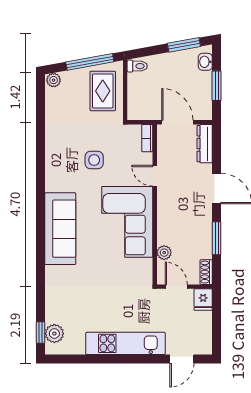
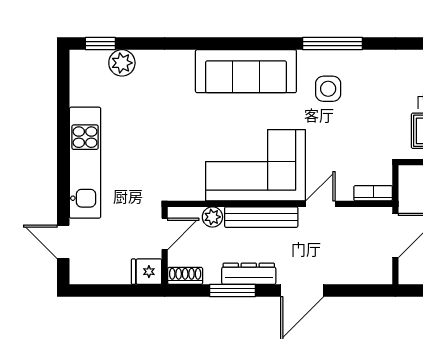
dresser: (205, 144) -> (249, 274), moved
side table: (94, 160) -> (328, 89), moved
window: (41, 167) -> (332, 44), added
bench: (164, 218) -> (261, 217), added
plant: (54, 334) -> (122, 63), moved

